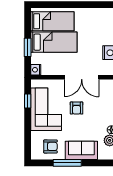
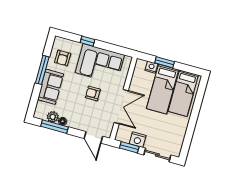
nightstand: (36, 70) -> (151, 67), moved
double door: (82, 77) -> (121, 107), swing flipped
window: (28, 101) -> (87, 41), moved

